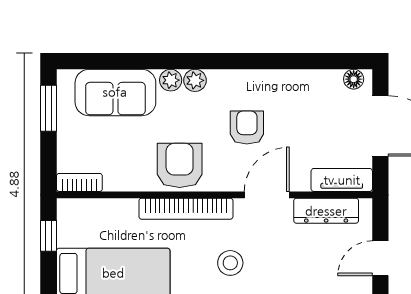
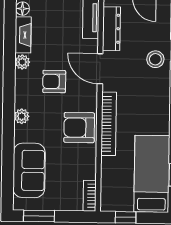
plant: (171, 80) -> (22, 62), moved
fireplace: (315, 81) -> (23, 35), added
stool: (230, 263) -> (155, 59), moved

